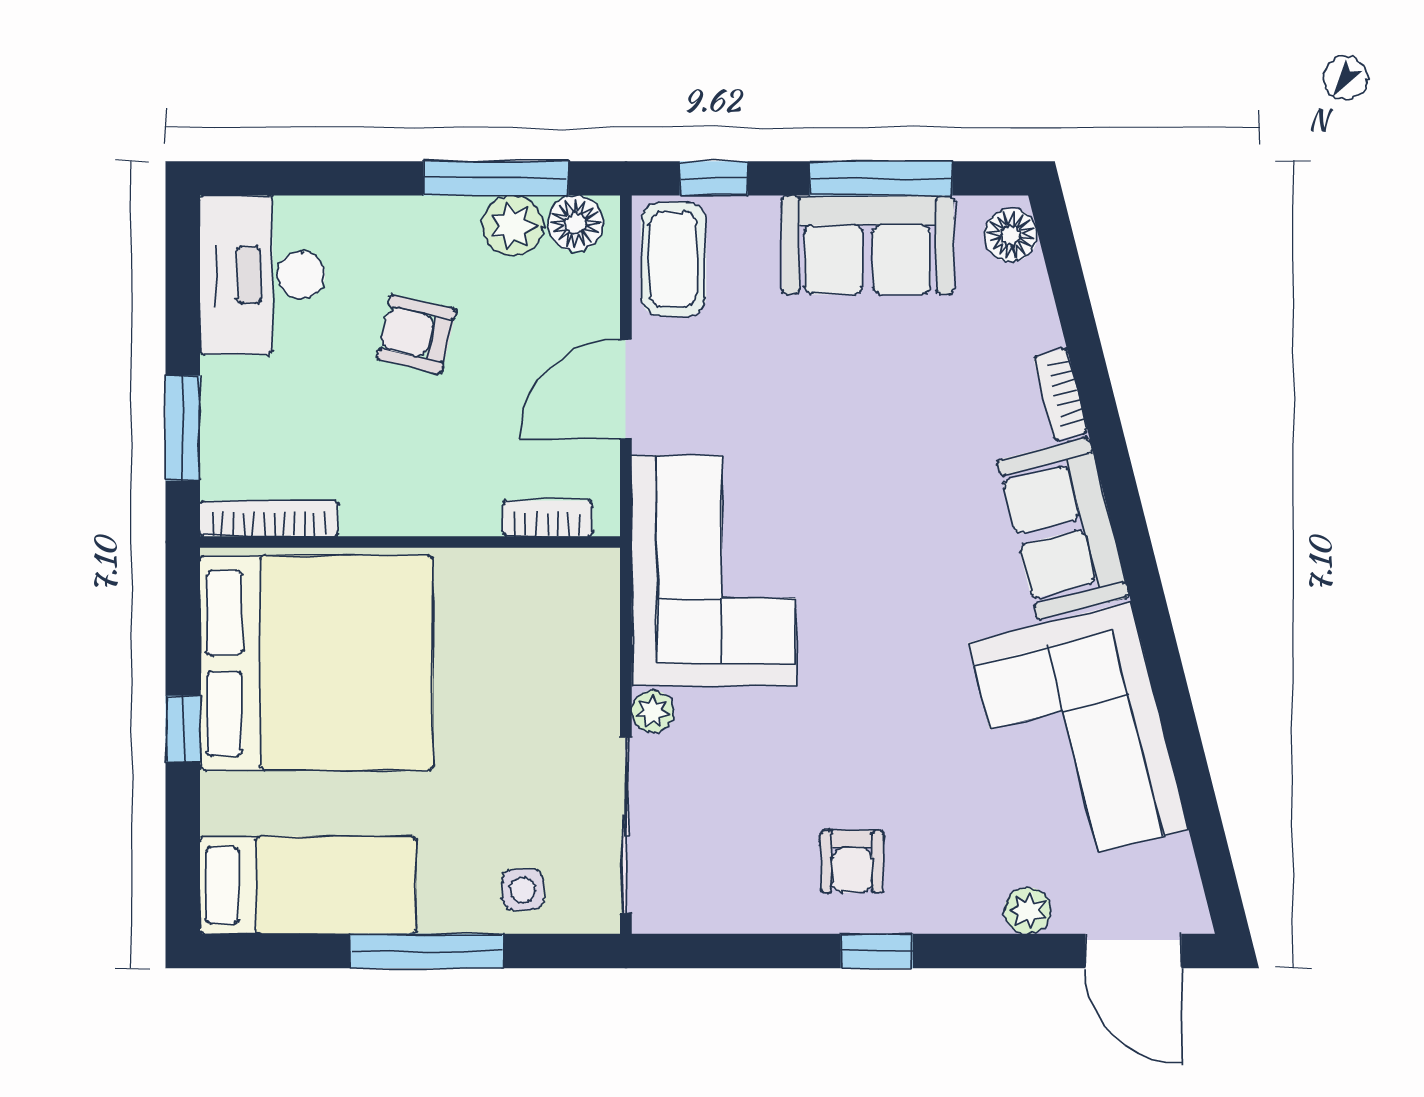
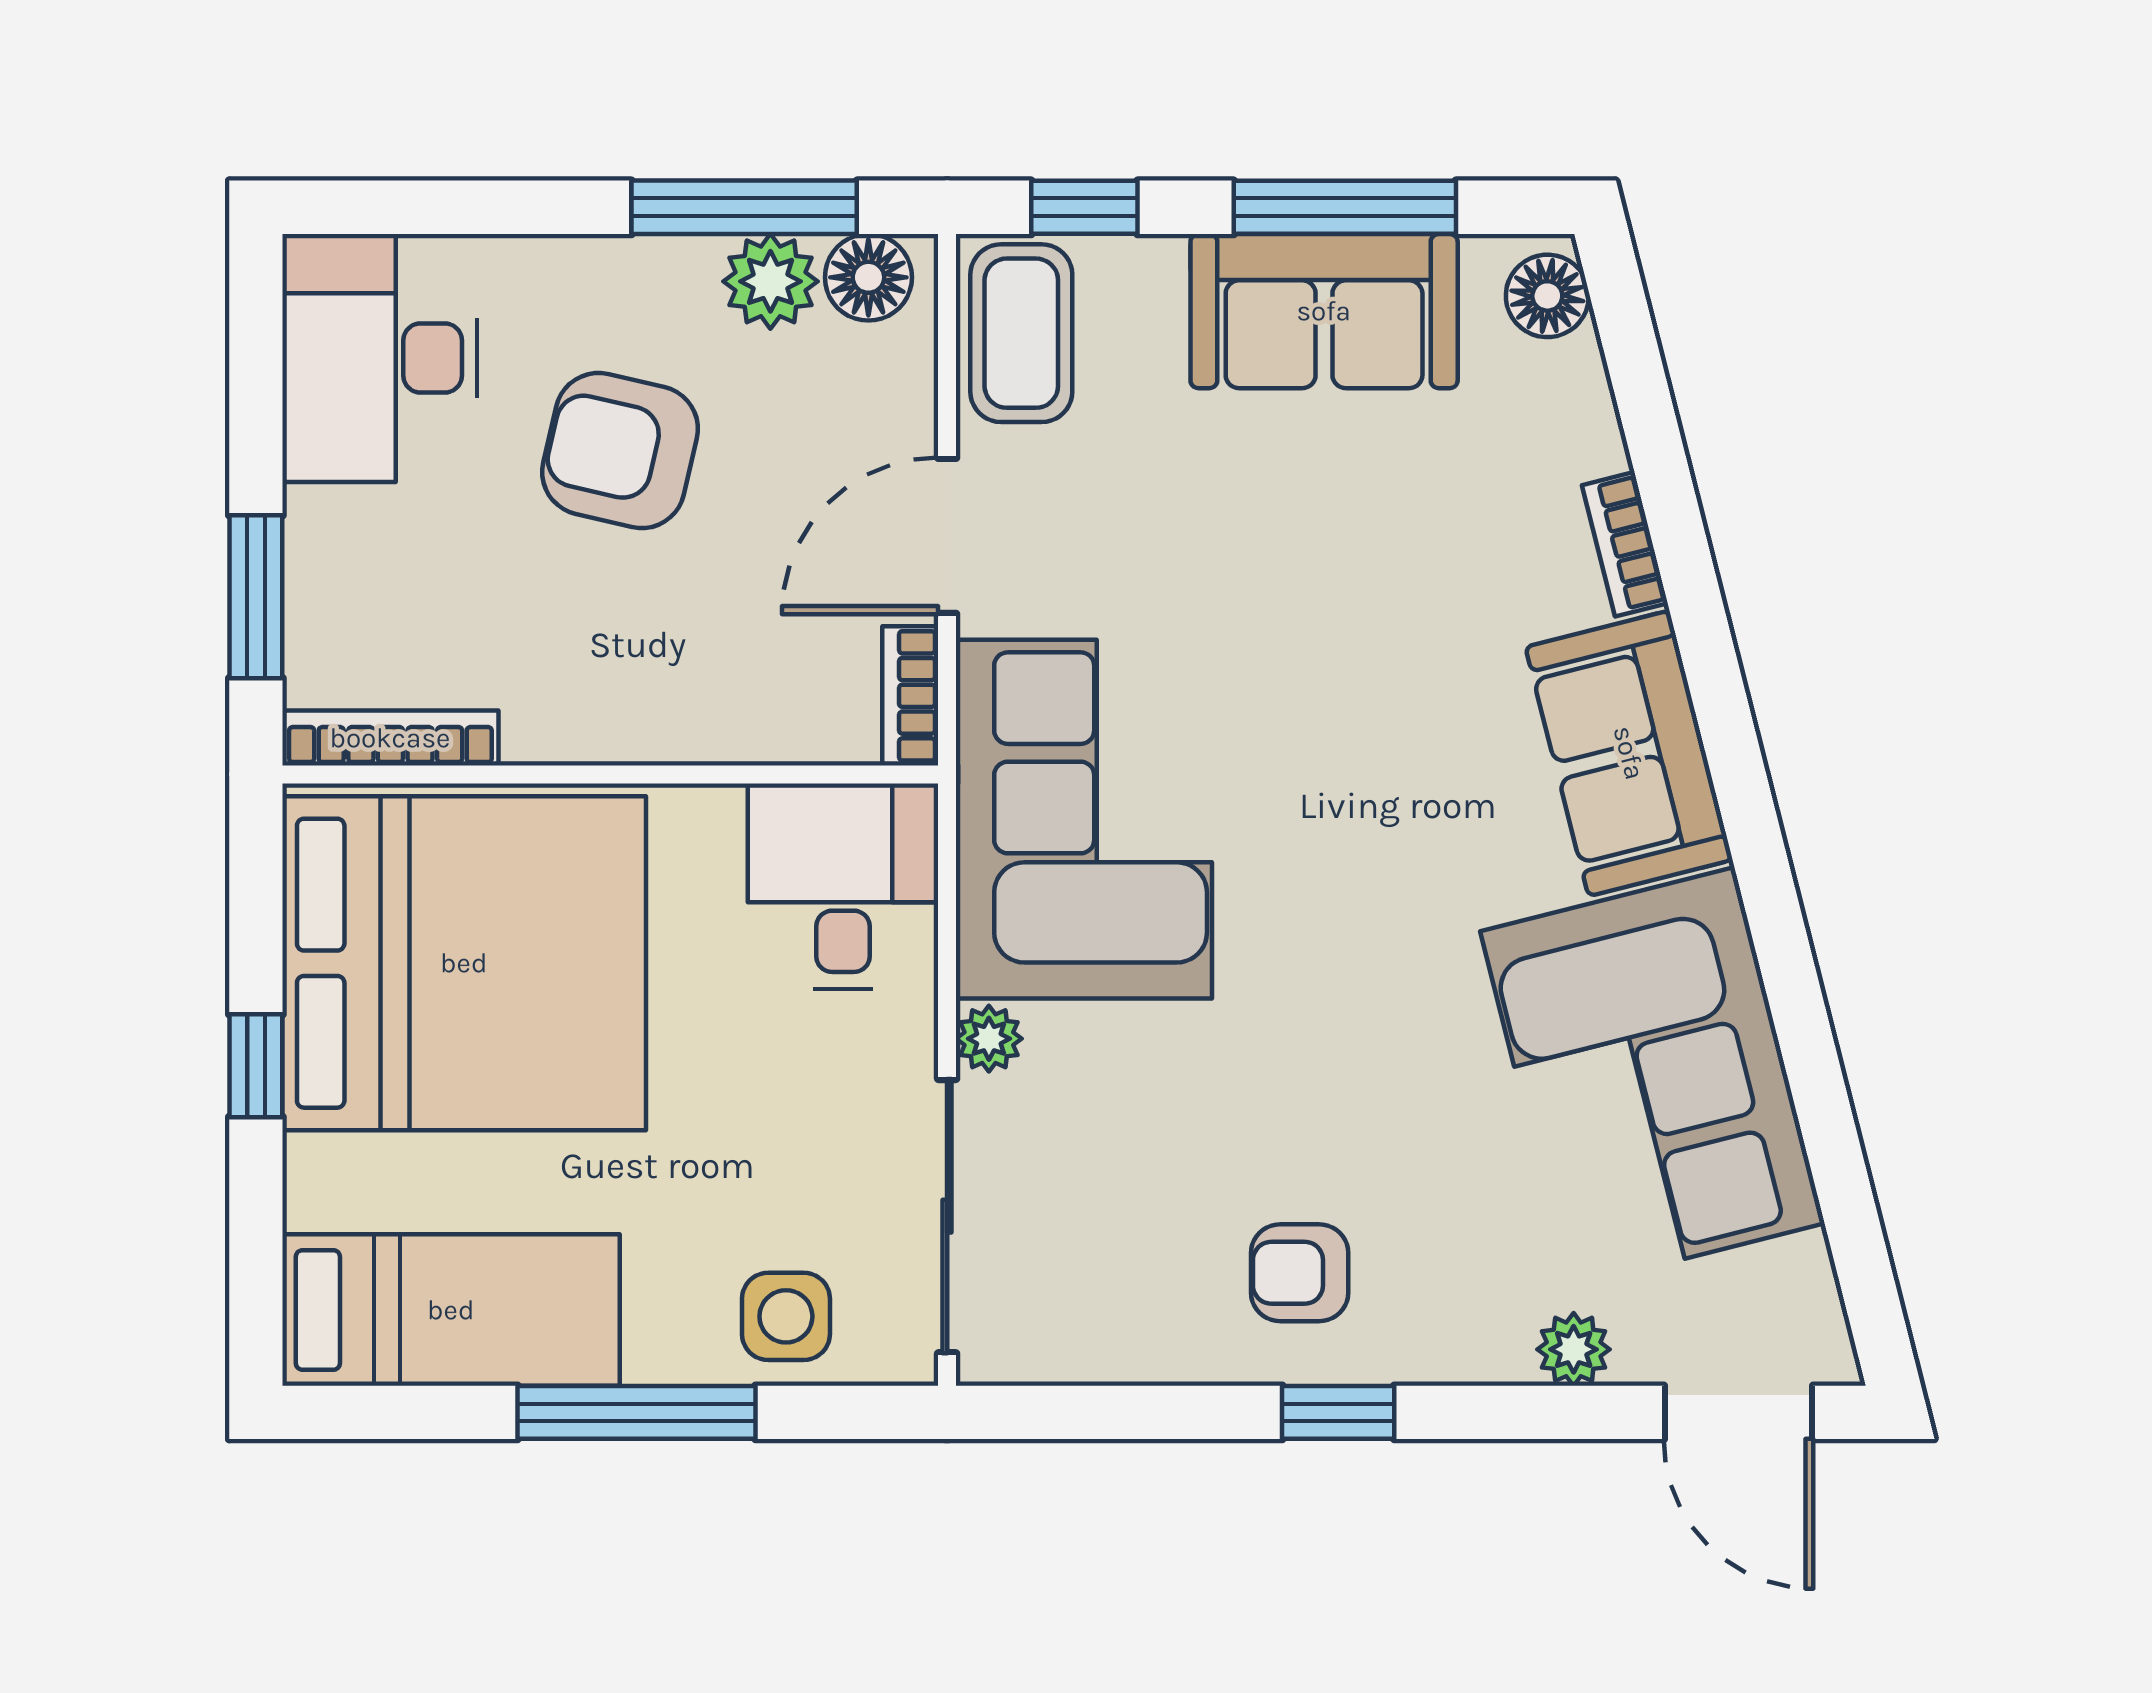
armchair: (416, 334) -> (620, 451), width x1.38, depth x1.38
bookcase: (547, 518) -> (910, 696), moved, turned -90
desk: (559, 613) -> (843, 886), added
armchair: (852, 862) -> (1300, 1273), turned 90
side table: (523, 889) -> (786, 1316), width x1.37, depth x1.37

